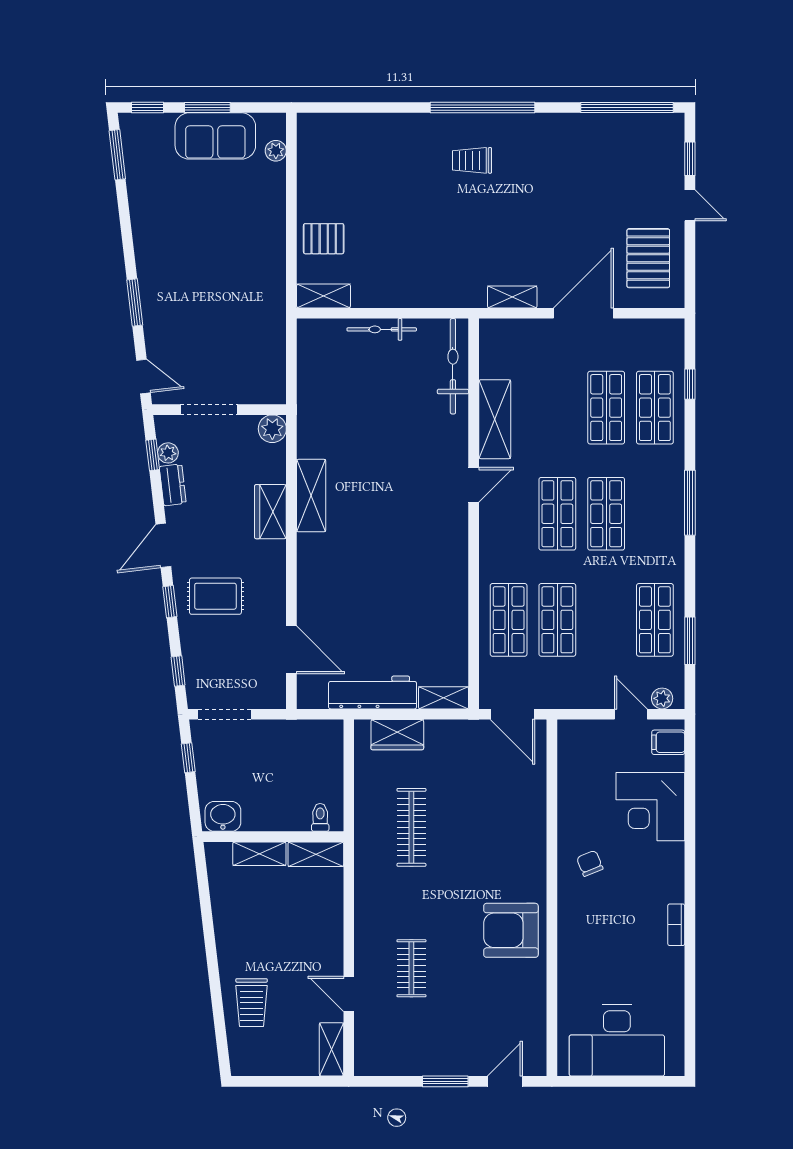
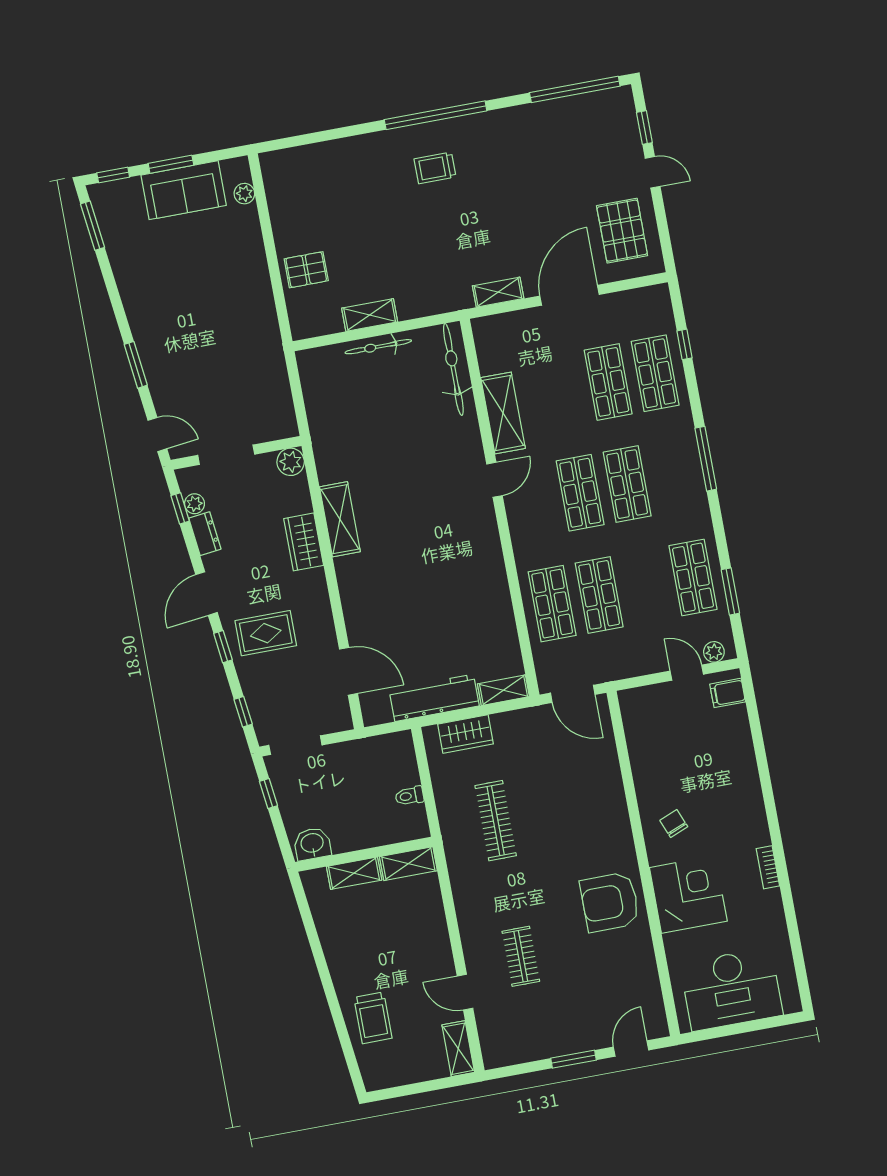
shelving: (323, 296) -> (370, 315), moved
corner desk: (650, 807) -> (688, 894), moved, turned 180
toilet: (320, 817) -> (409, 796), moved, turned -90

